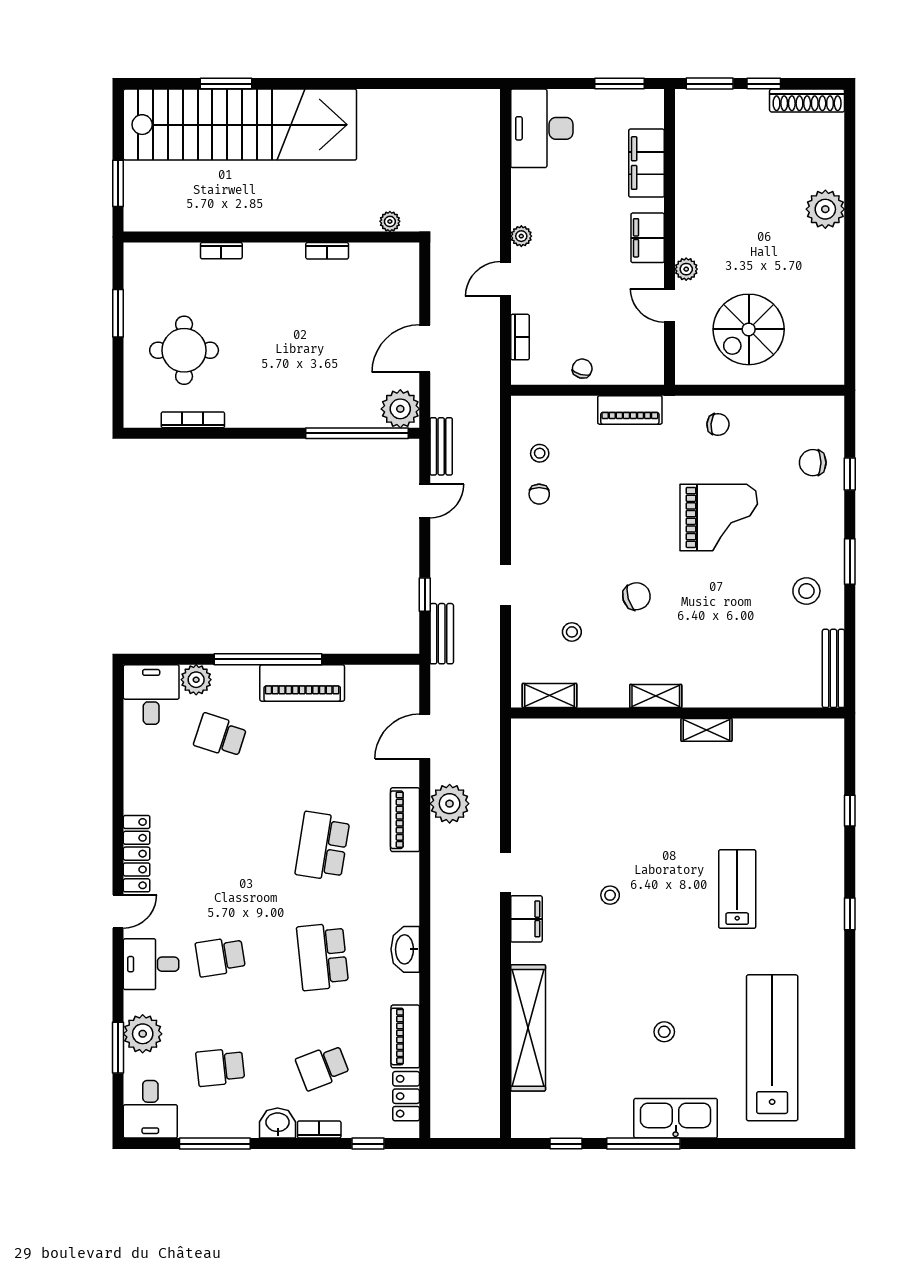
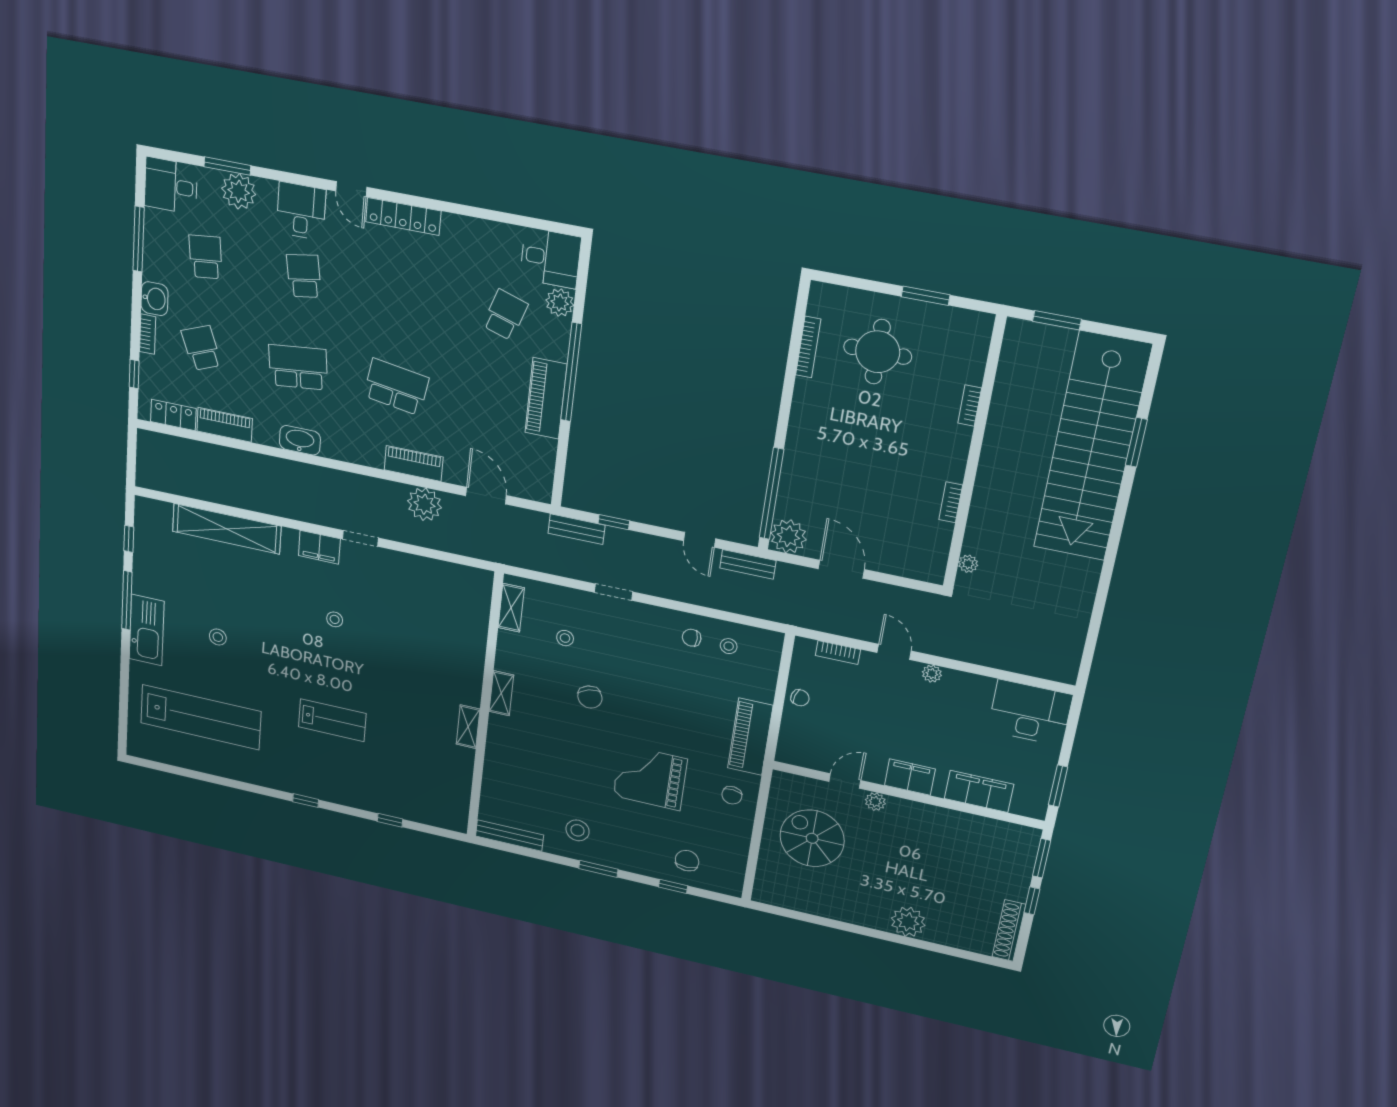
piano: (630, 410) -> (750, 737), width x1.37, depth x1.33
grand piano: (719, 517) -> (650, 777), turned 90

